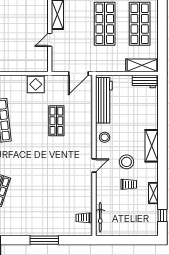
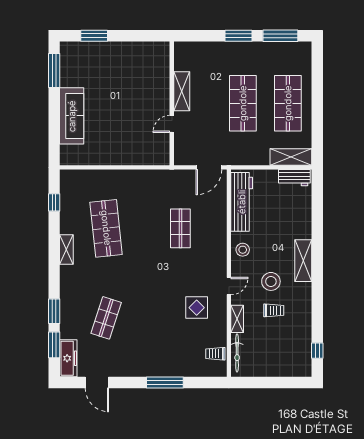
display table: (36, 84) -> (197, 308), moved
shelving: (153, 193) -> (237, 319), moved

